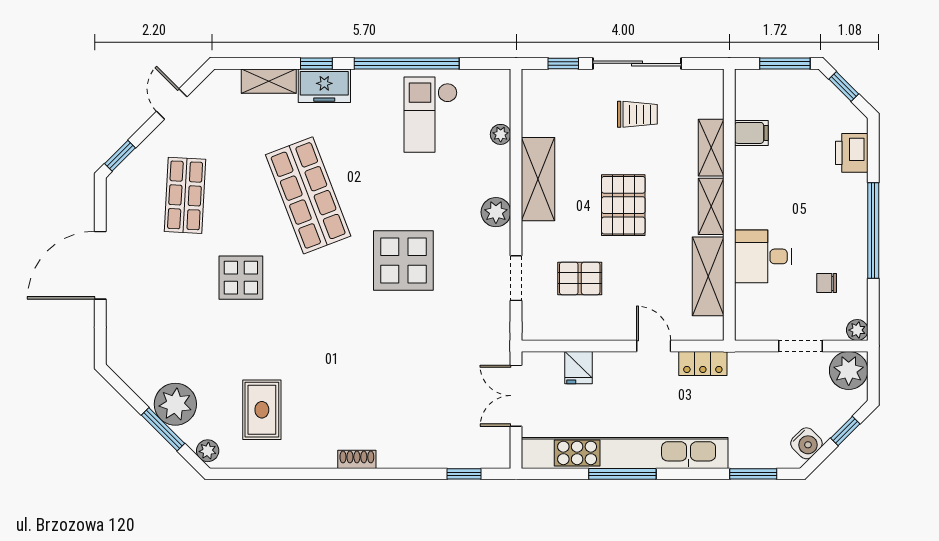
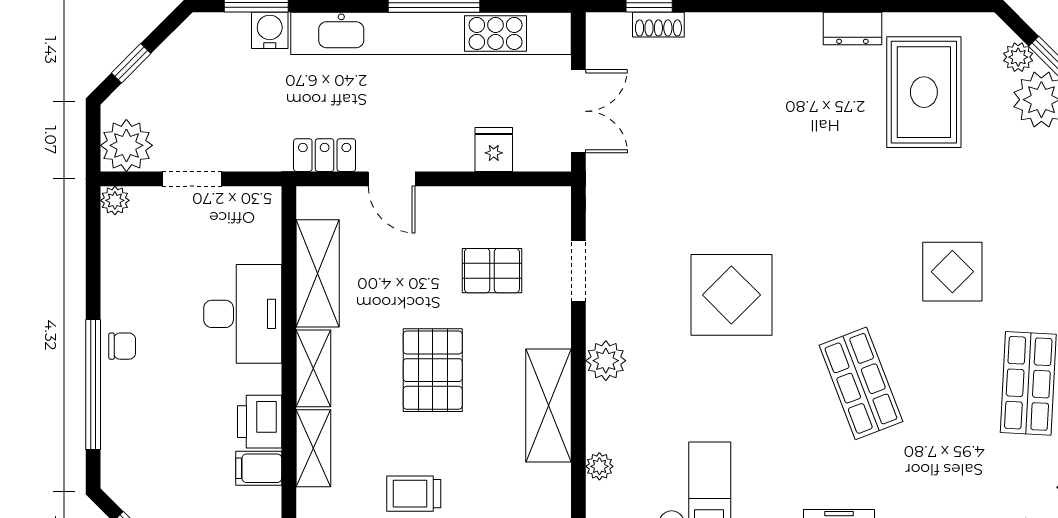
printer: (852, 153) -> (260, 422), moved, turned 180
shop shelf: (308, 195) -> (861, 383), width x0.70, depth x0.74
window: (873, 230) -> (93, 385), moved
desk: (763, 256) -> (243, 314), width x1.37
chair: (827, 283) -> (122, 346), moved
rug: (262, 410) -> (924, 92), width x1.36, depth x1.43
water cooler: (806, 443) -> (270, 30), moved, turned 45
plant: (208, 451) -> (1018, 57), moved
dresser: (314, 457) -> (852, 29), added
shoe rack: (357, 459) -> (658, 25), moved

